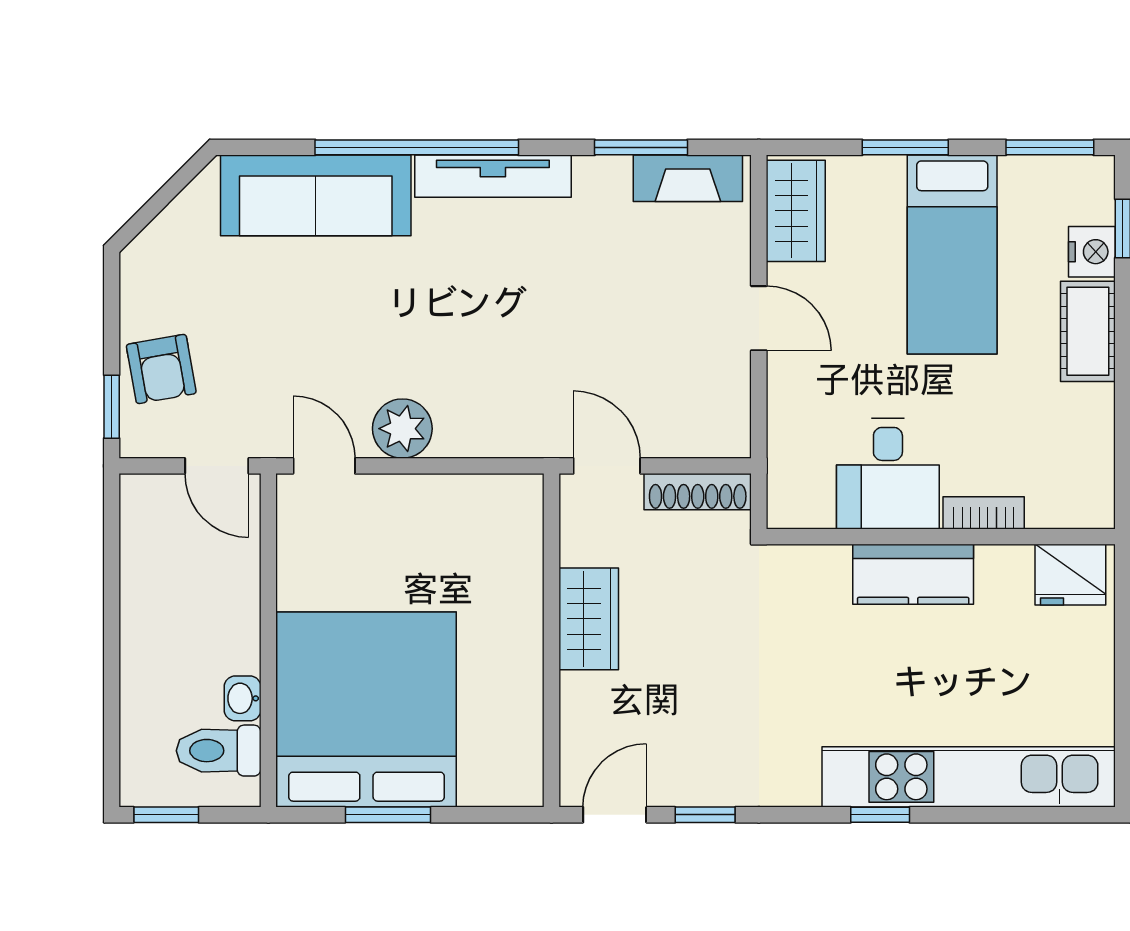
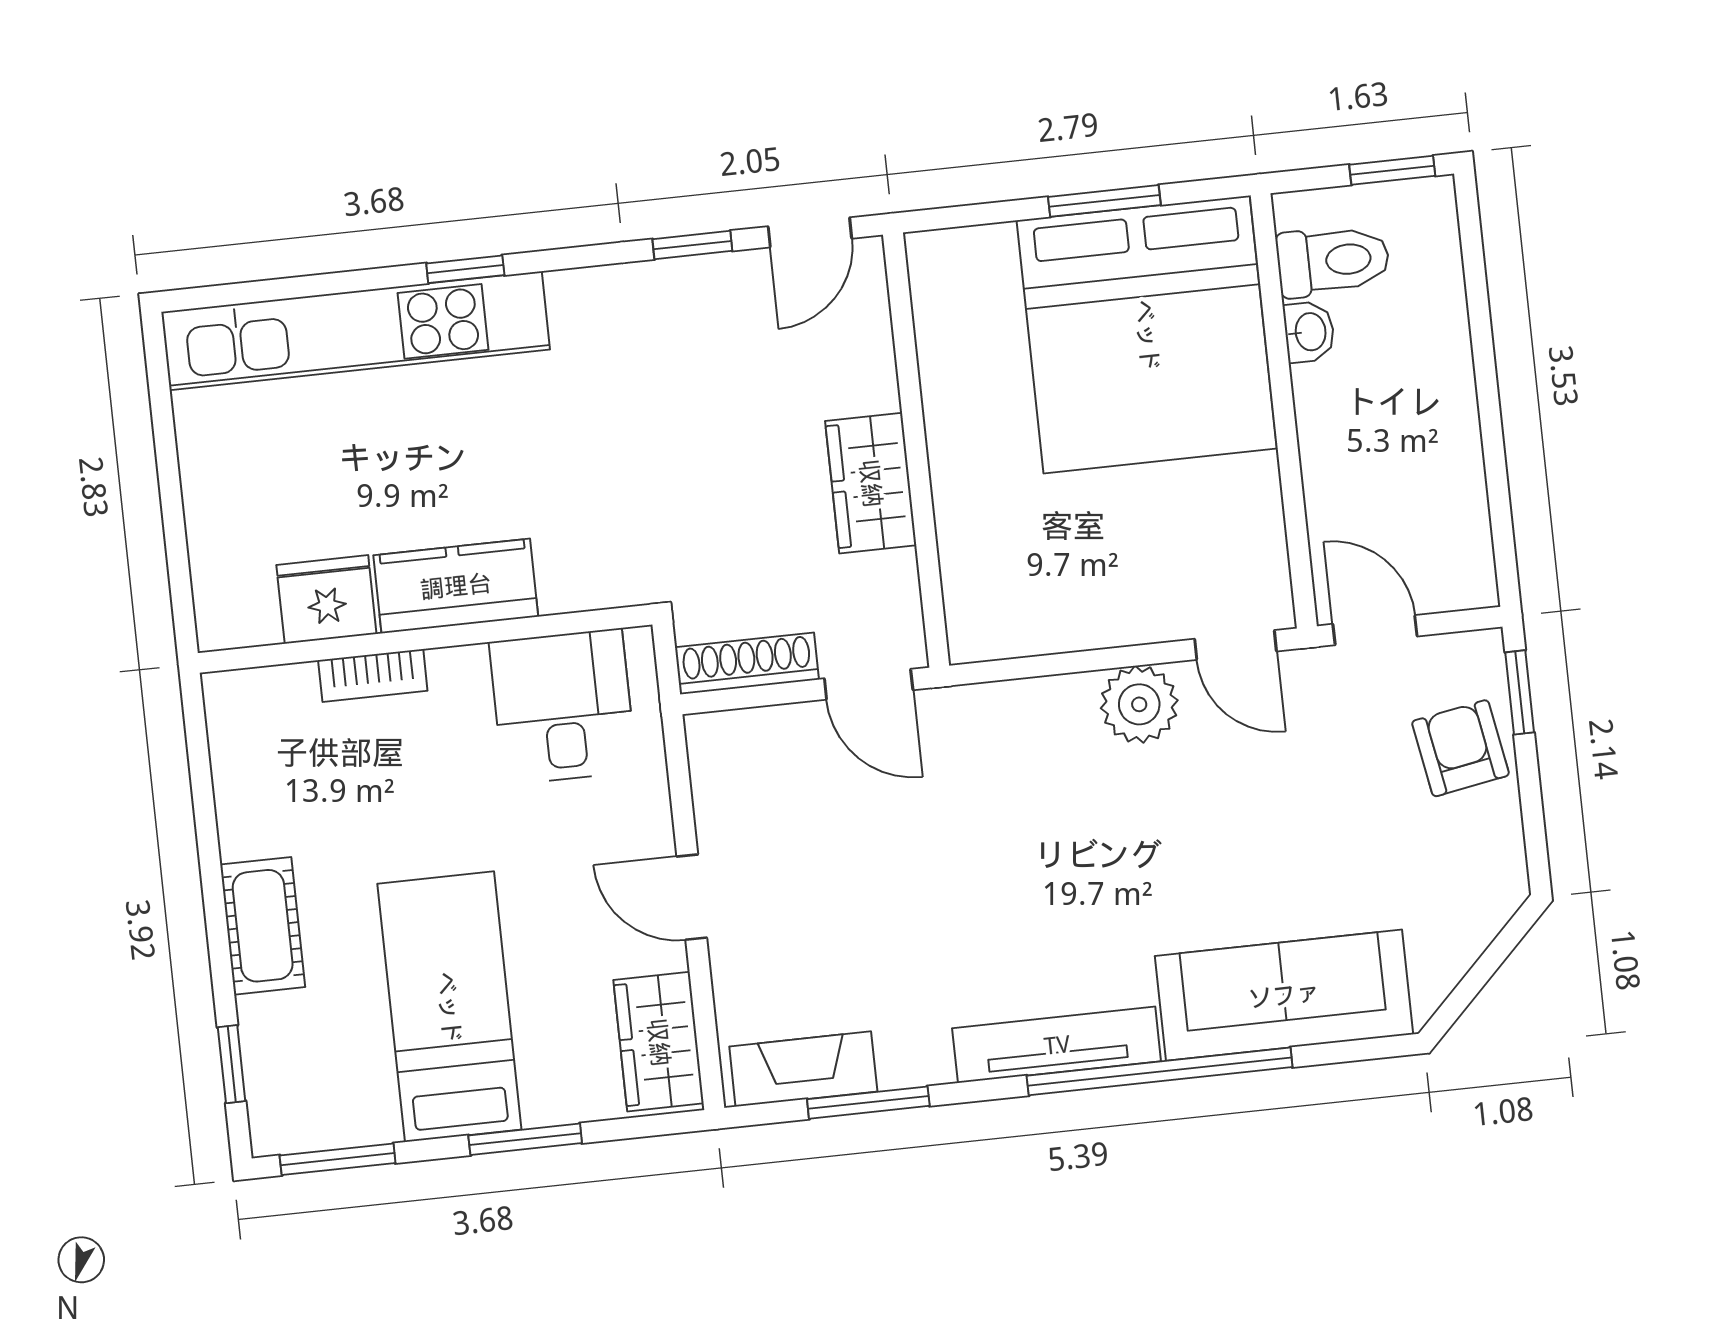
nightstand: (1092, 252) -> (268, 1030), removed
desk: (888, 474) -> (563, 707), moved
fridge: (1070, 575) -> (326, 599), moved

